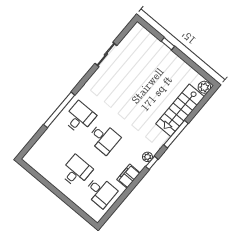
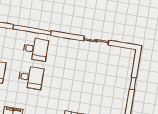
desk: (104, 138) -> (31, 77), turned -90

